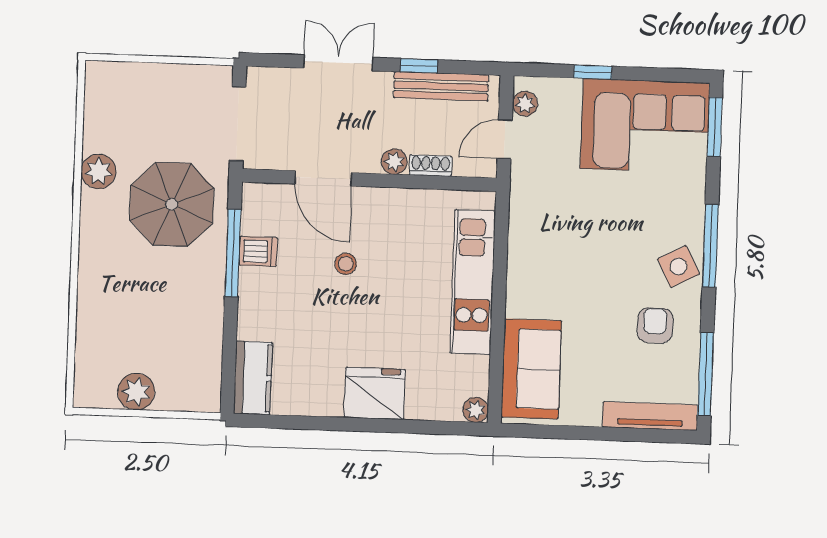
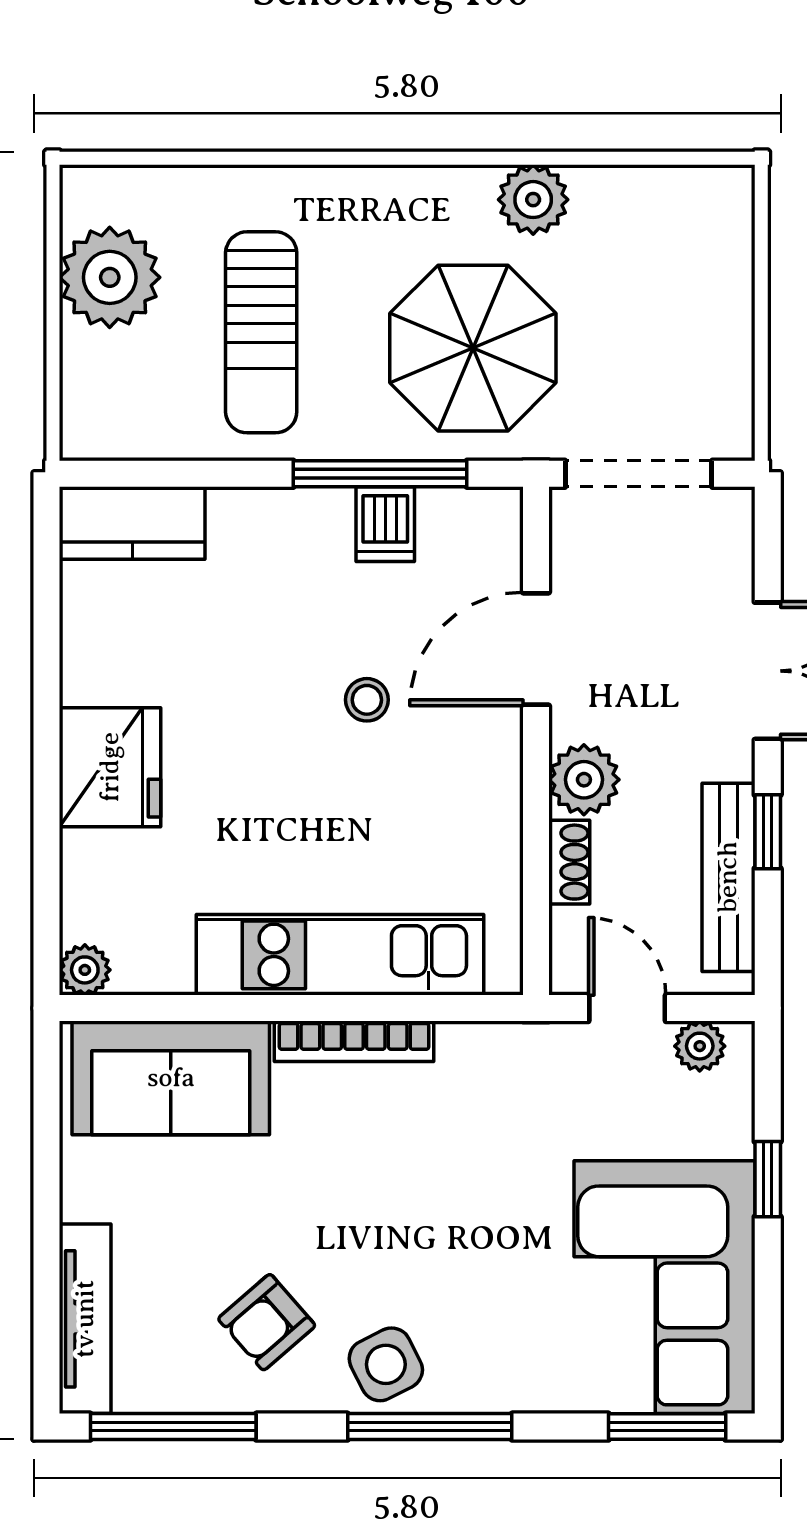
plant: (394, 162) -> (584, 780), width x1.38, depth x1.38
bookcase: (516, 277) -> (354, 1041), added
sun lounger: (160, 310) -> (261, 332), added
armchair: (655, 325) -> (267, 1322), turned 139
plant: (136, 392) -> (110, 277), width x1.36, depth x1.36

